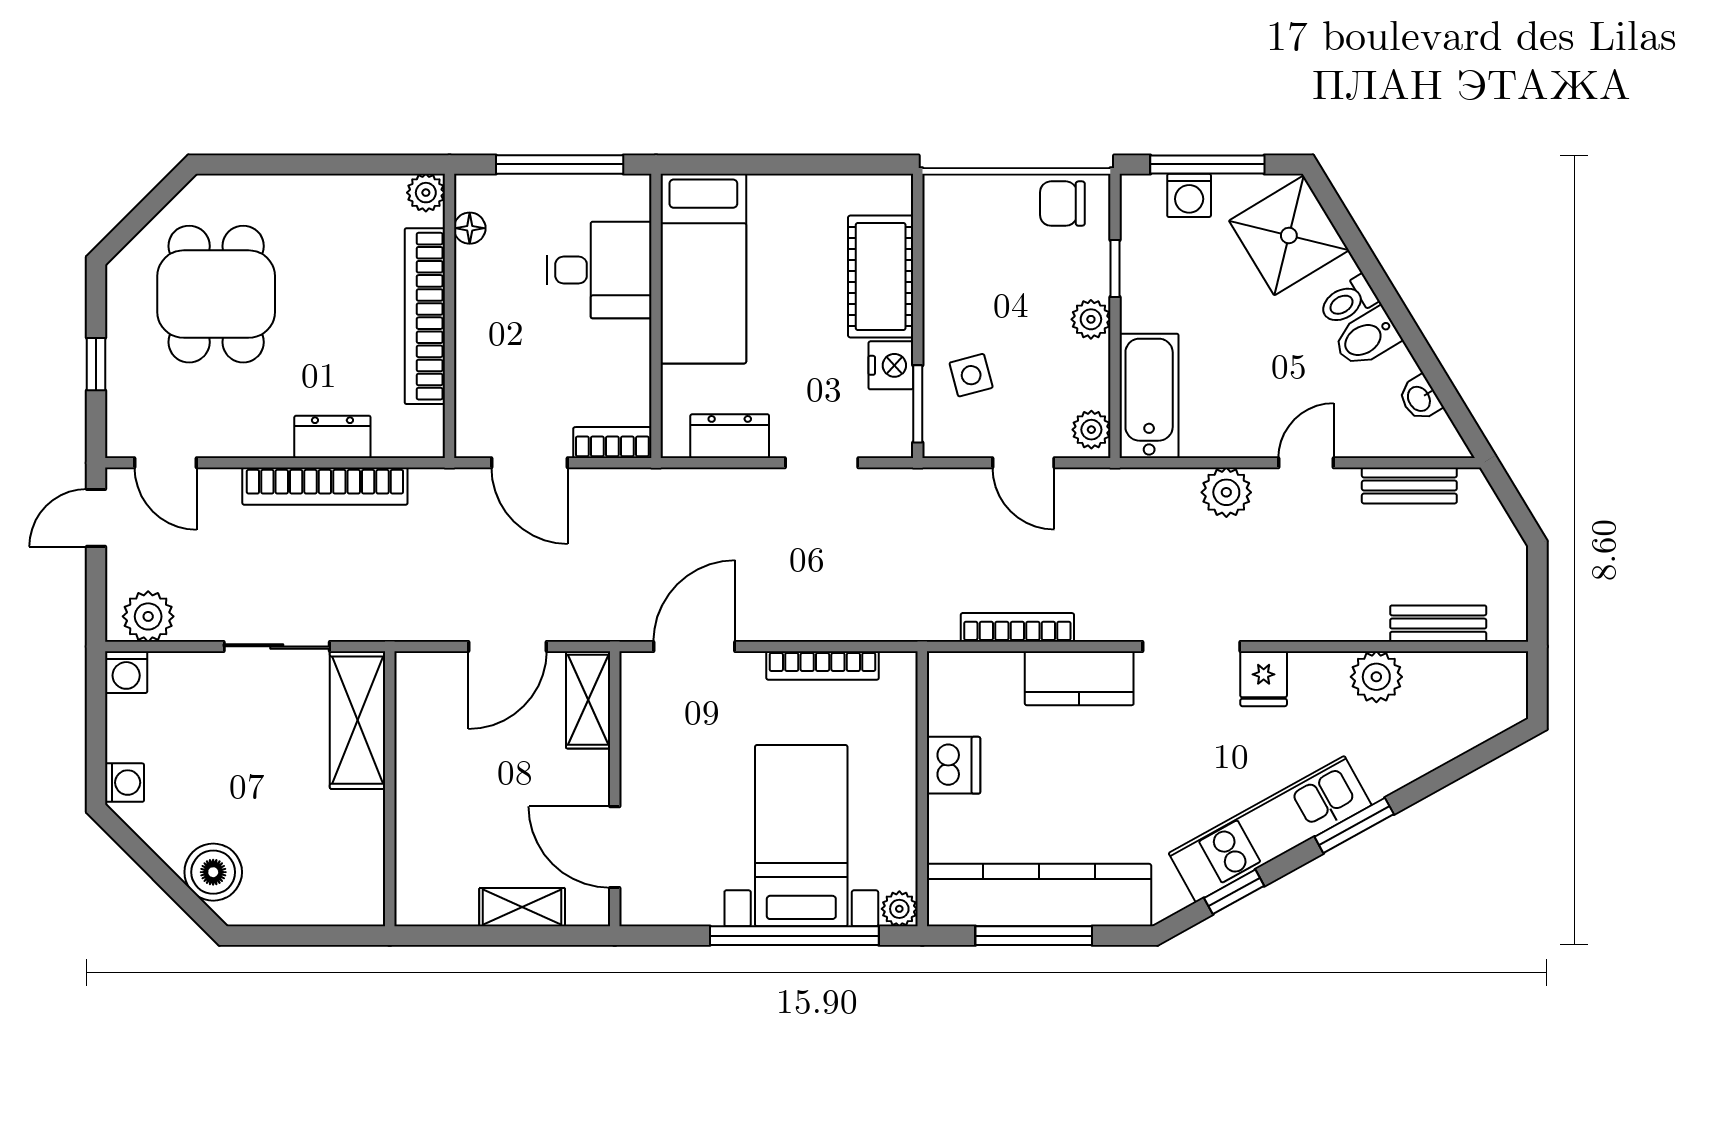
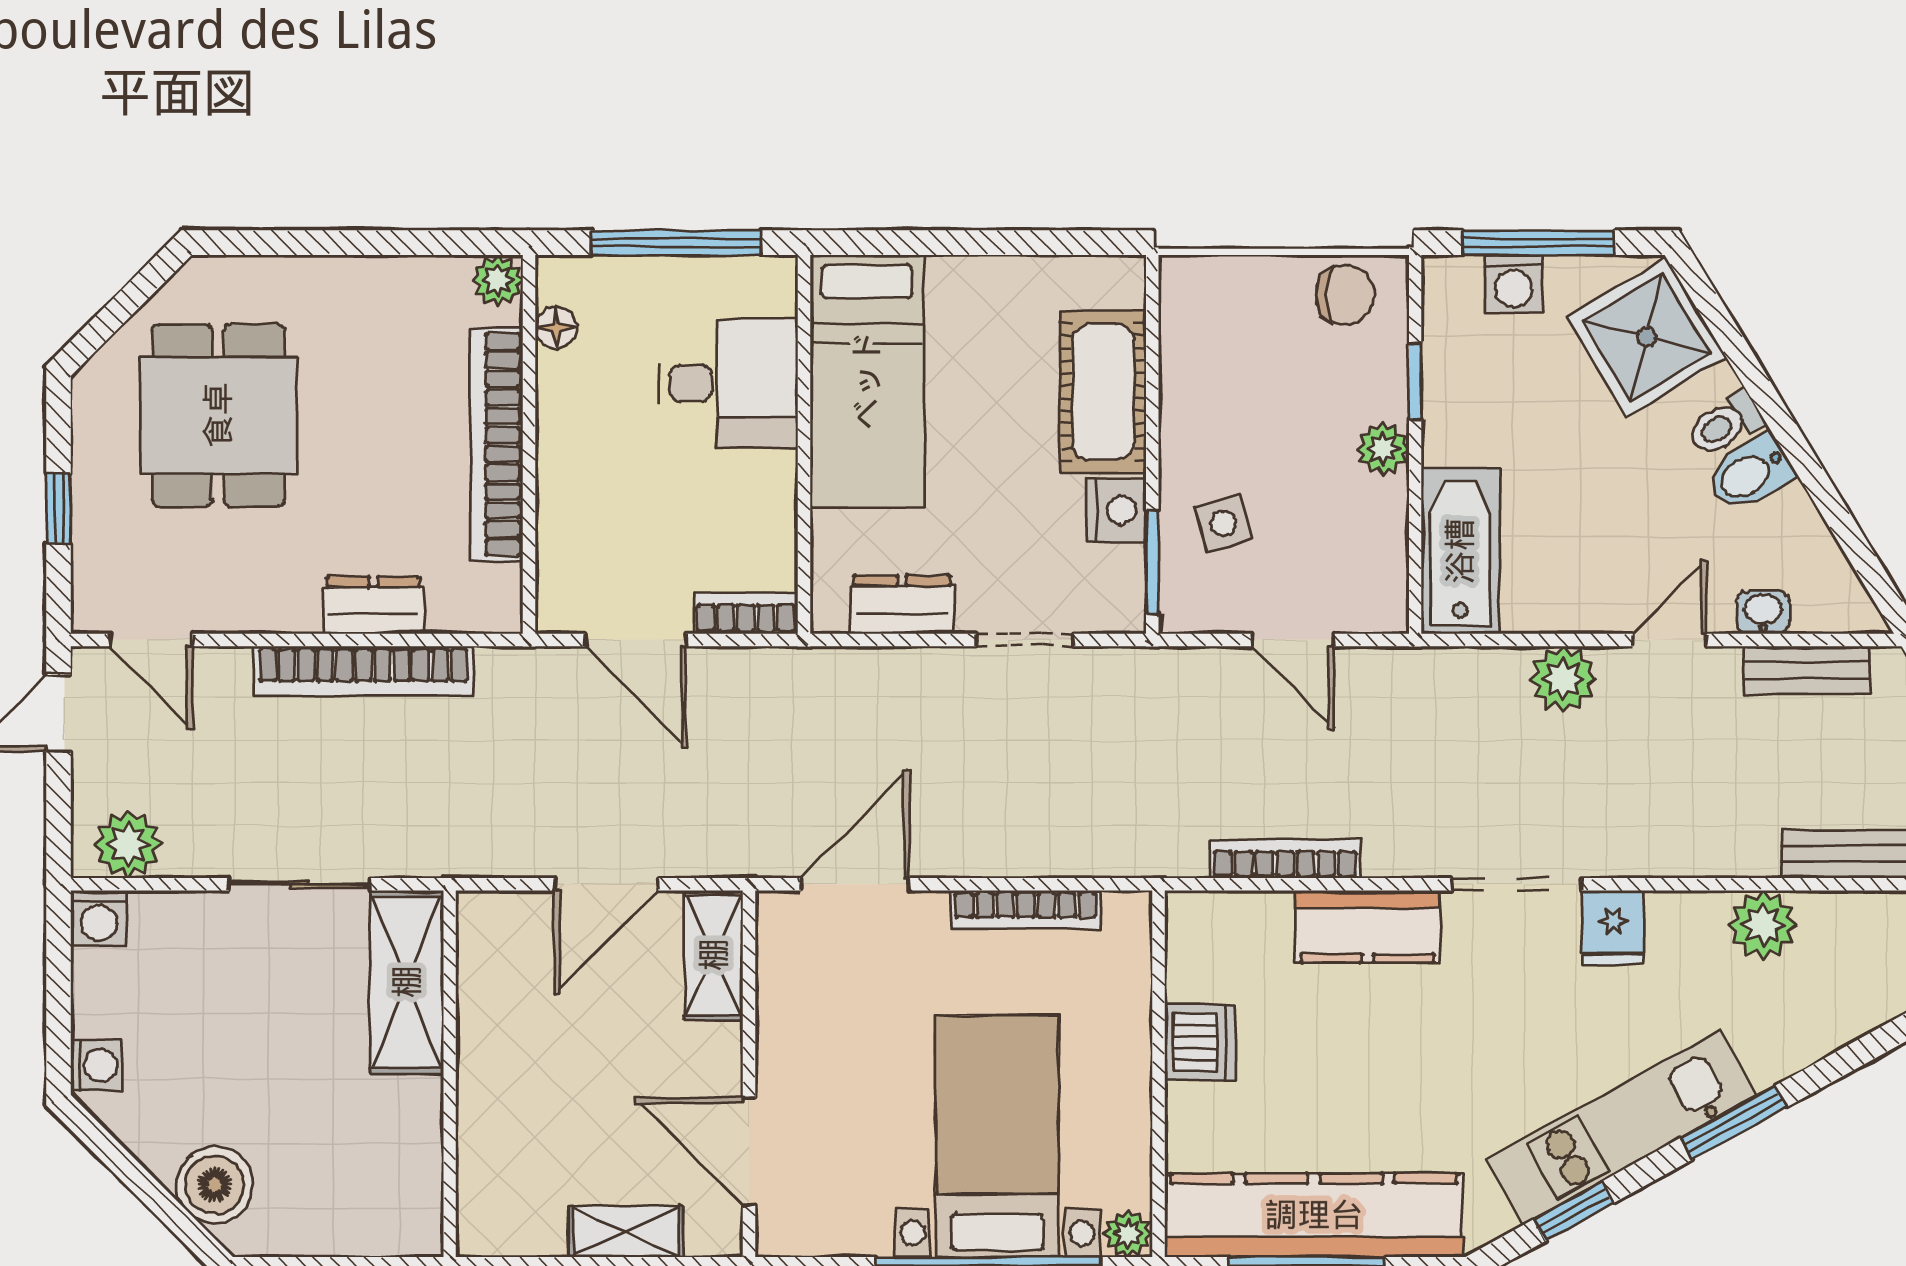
chair: (1062, 204) -> (1345, 295), turned 180
washbasin: (1420, 398) -> (1763, 612), moved, turned 121
plant: (1091, 430) -> (1384, 596), removed

